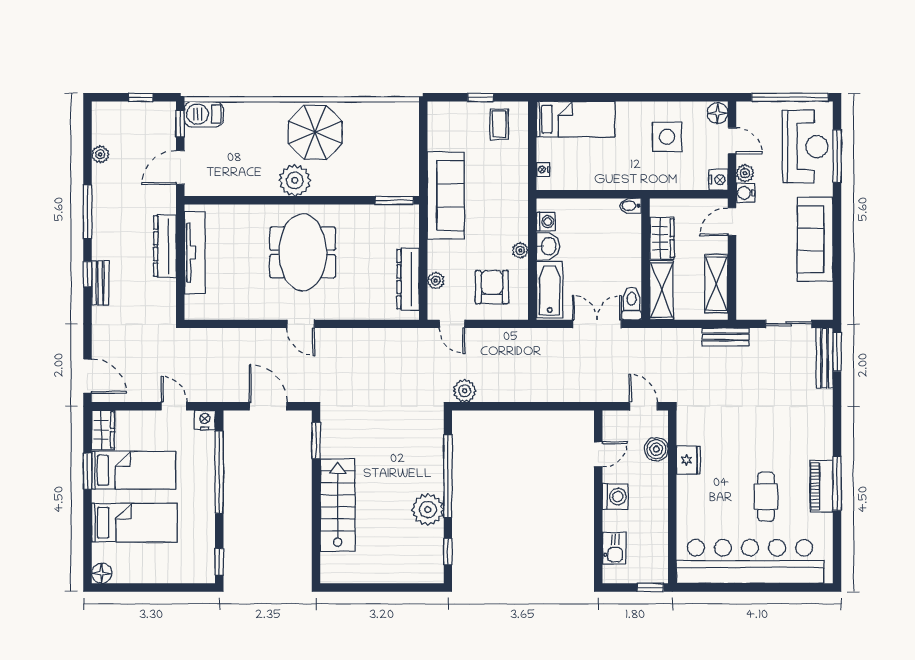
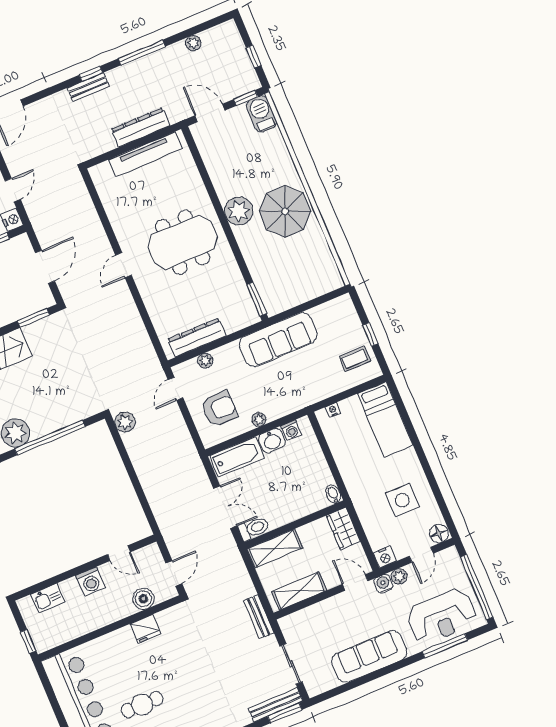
wardrobe: (662, 238) -> (343, 529), moved, turned 90

